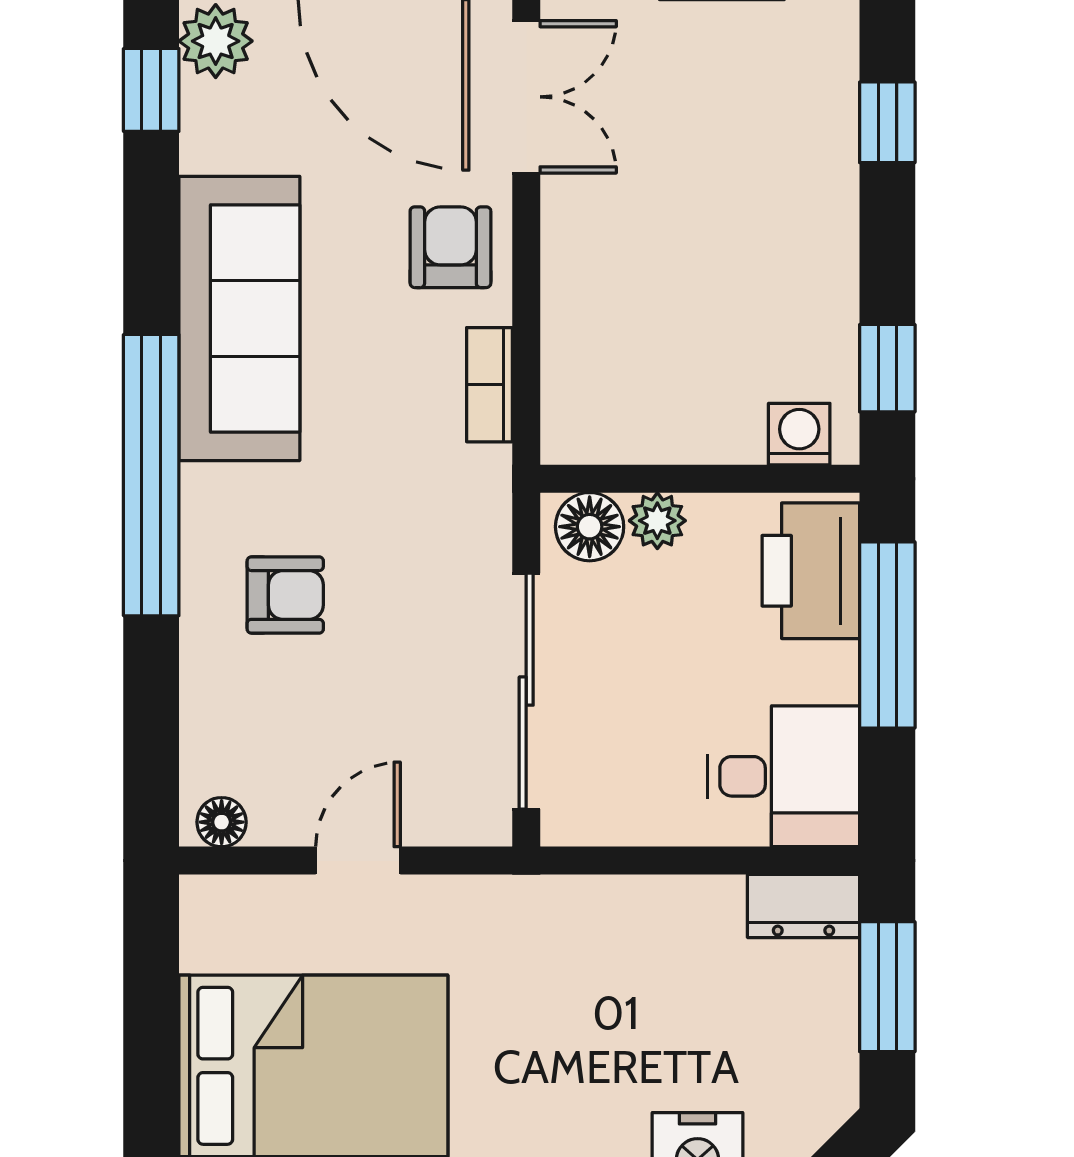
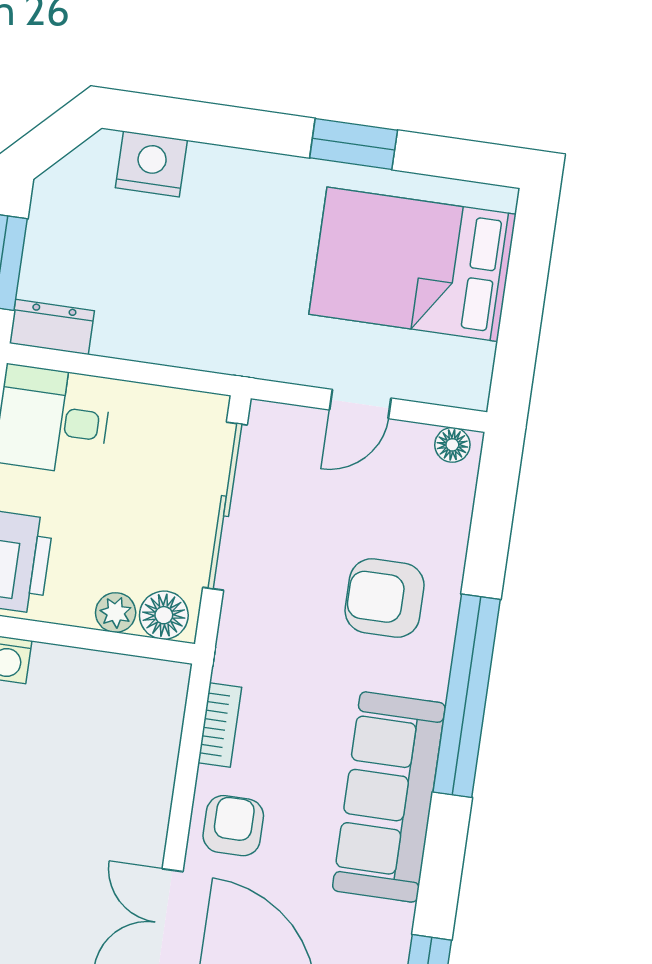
armchair: (450, 247) -> (233, 826), turned 180
armchair: (285, 595) -> (385, 598), width x1.38, depth x1.38

